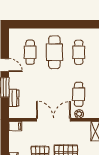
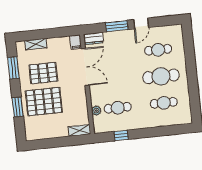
dresser: (14, 98) -> (93, 39), moved
double door: (53, 120) -> (85, 67), moved

